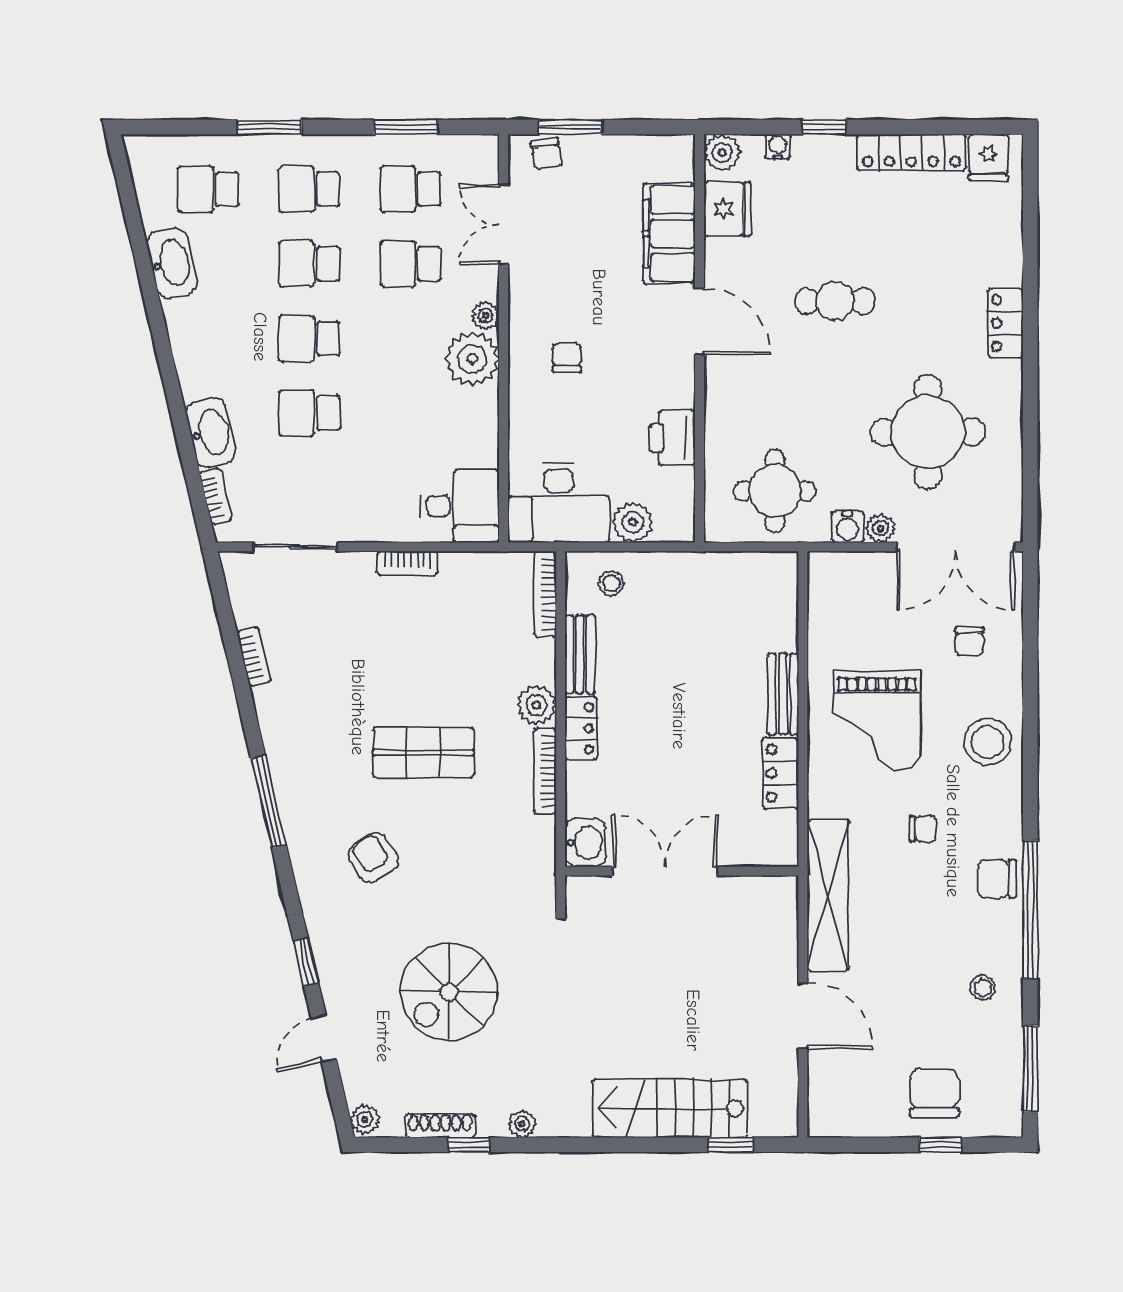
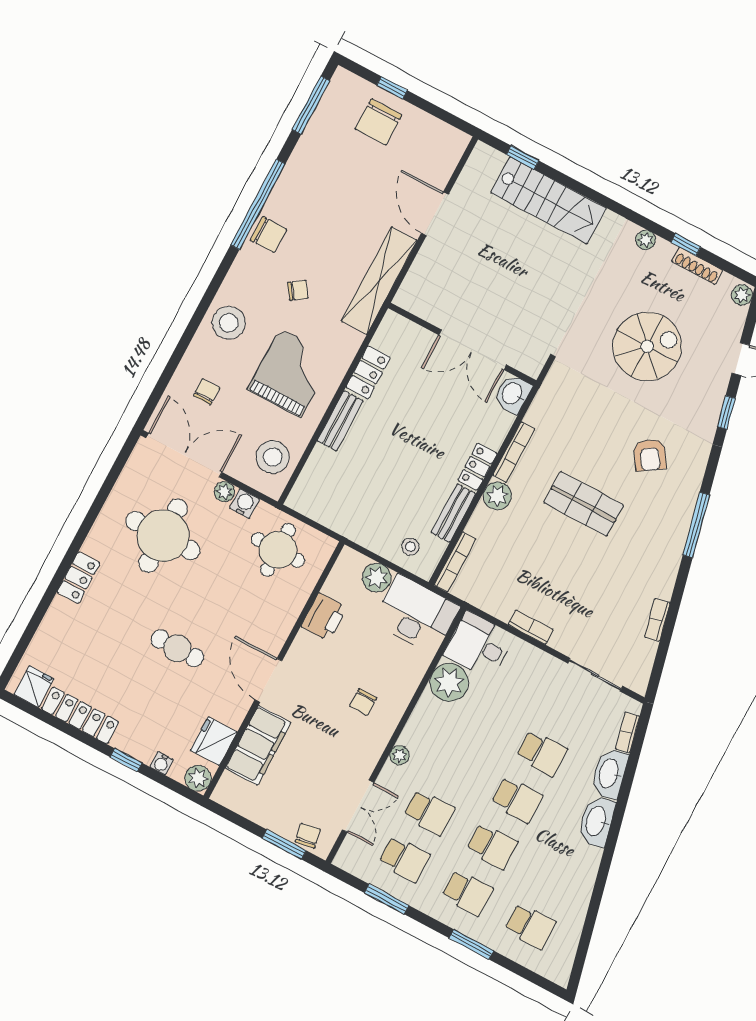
washbasin: (172, 263) -> (597, 821), moved
plant: (472, 359) -> (449, 682), moved
chair: (923, 829) -> (298, 290), turned 145
stool: (983, 988) -> (273, 457), moved, width x1.89, depth x1.89

